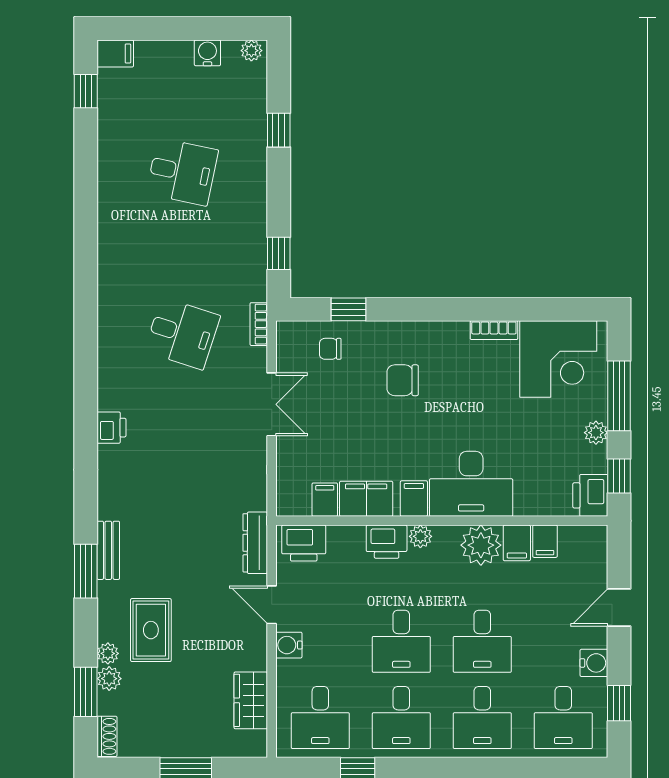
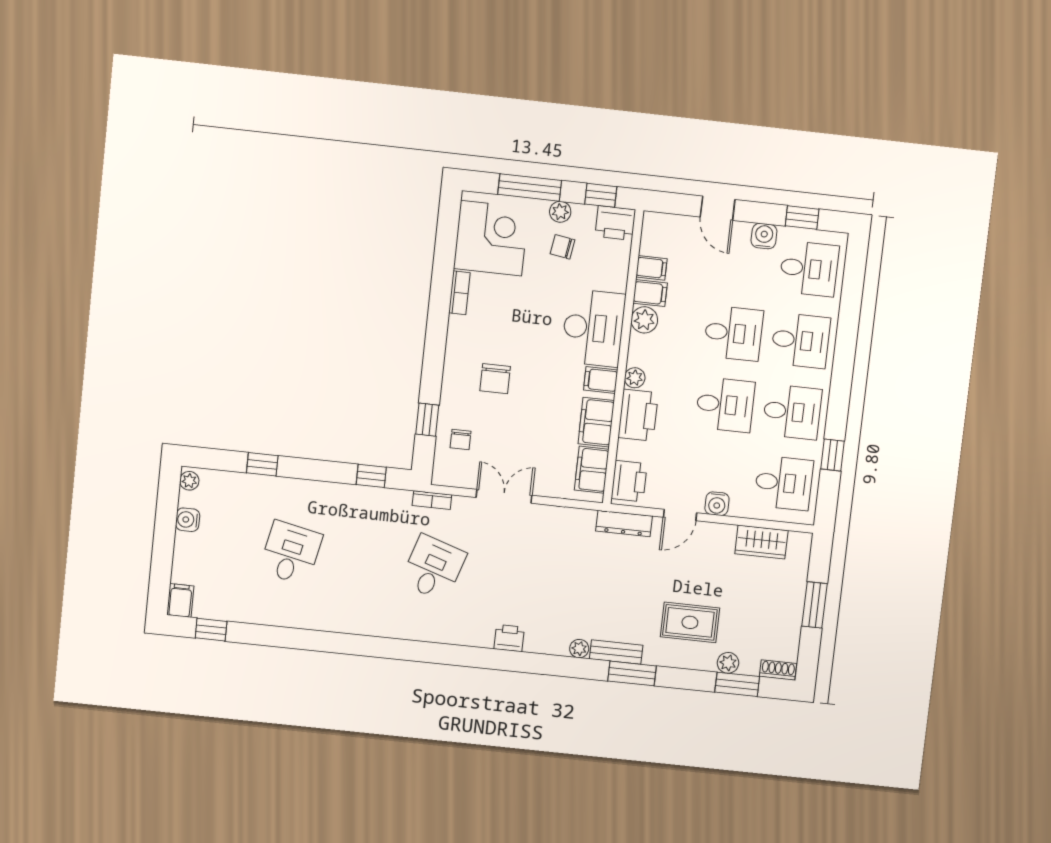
chair: (557, 440) -> (563, 247), added
filing cabinet: (325, 500) -> (592, 470), width x2.00
printer: (387, 542) -> (638, 415), width x1.37, depth x1.19
plant: (481, 545) -> (644, 320), width x0.73, depth x0.73
plant: (108, 653) -> (579, 649), moved

